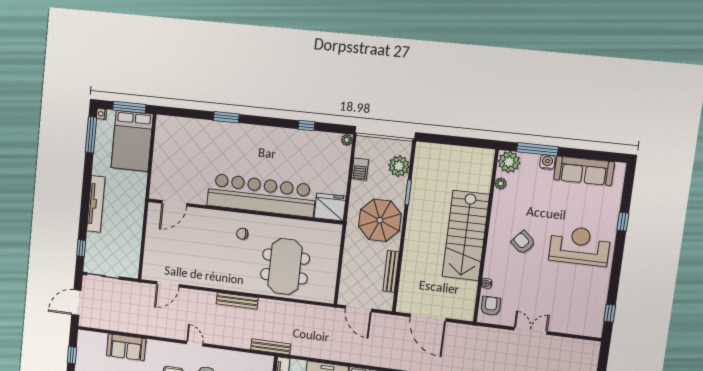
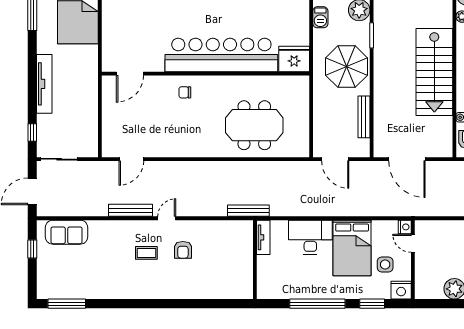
chair: (242, 234) -> (185, 92), moved
meeting table: (285, 266) -> (254, 125), turned 90
bench: (237, 301) -> (130, 210), moved
door: (195, 344) -> (167, 218), hinge flipped
sofa: (126, 347) -> (67, 232), moved

